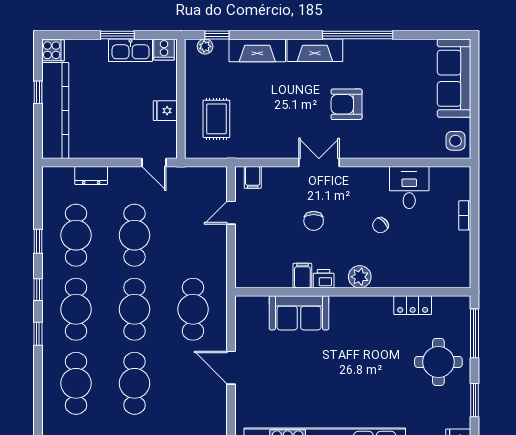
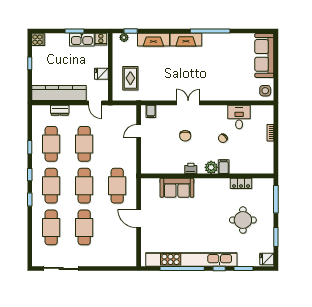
armchair: (347, 104) -> (204, 70), removed
kitchen counter: (55, 110) -> (59, 93), moved, turned -90
filing cabinet: (302, 276) -> (224, 167), moved
round table: (438, 362) -> (243, 220), moved

